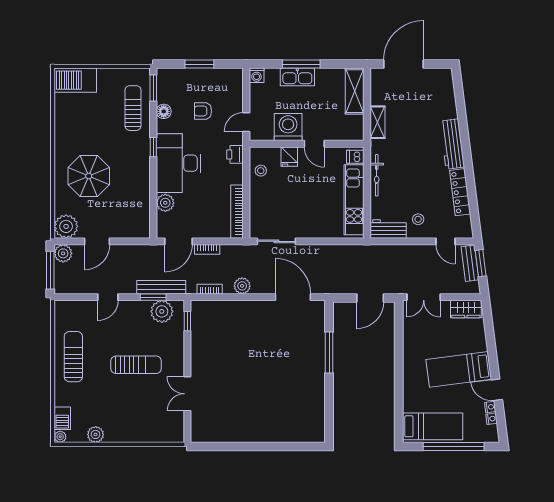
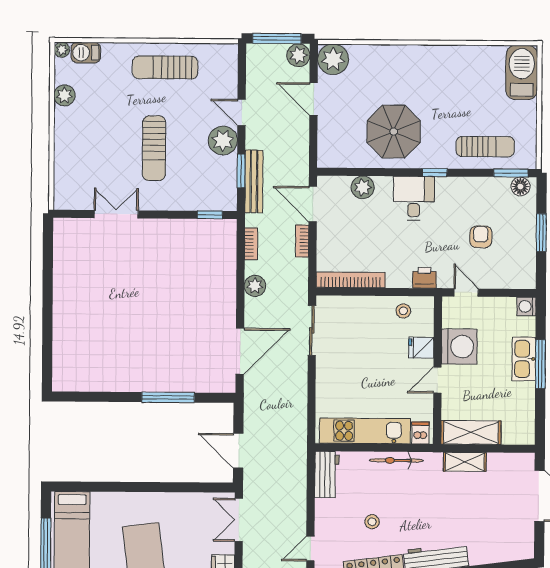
shelving: (355, 91) -> (471, 432), moved
floor lamp: (164, 111) -> (520, 187), moved
desk: (179, 163) -> (414, 198), width x0.53, depth x0.77
parasol: (89, 176) -> (394, 132), moved
stool: (418, 219) -> (372, 522), moved
plant: (162, 311) -> (223, 140), moved
sun lounger: (73, 357) -> (165, 67), turned 180

